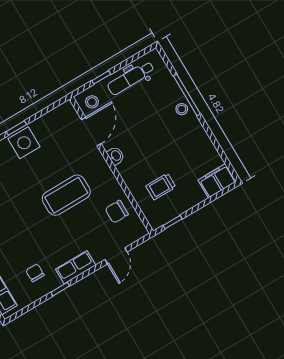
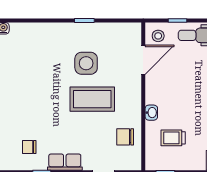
side table: (24, 143) -> (86, 63), moved
washbasin: (116, 156) -> (151, 113), moved
chair: (35, 273) -> (29, 147), turned -90

